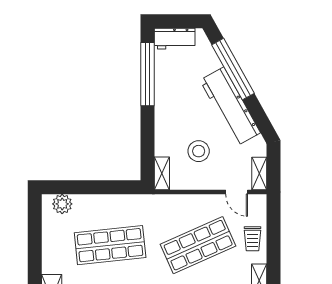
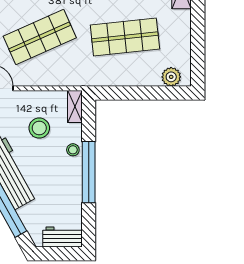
window: (148, 74) -> (89, 172), moved
stool: (164, 129) -> (73, 150), added

